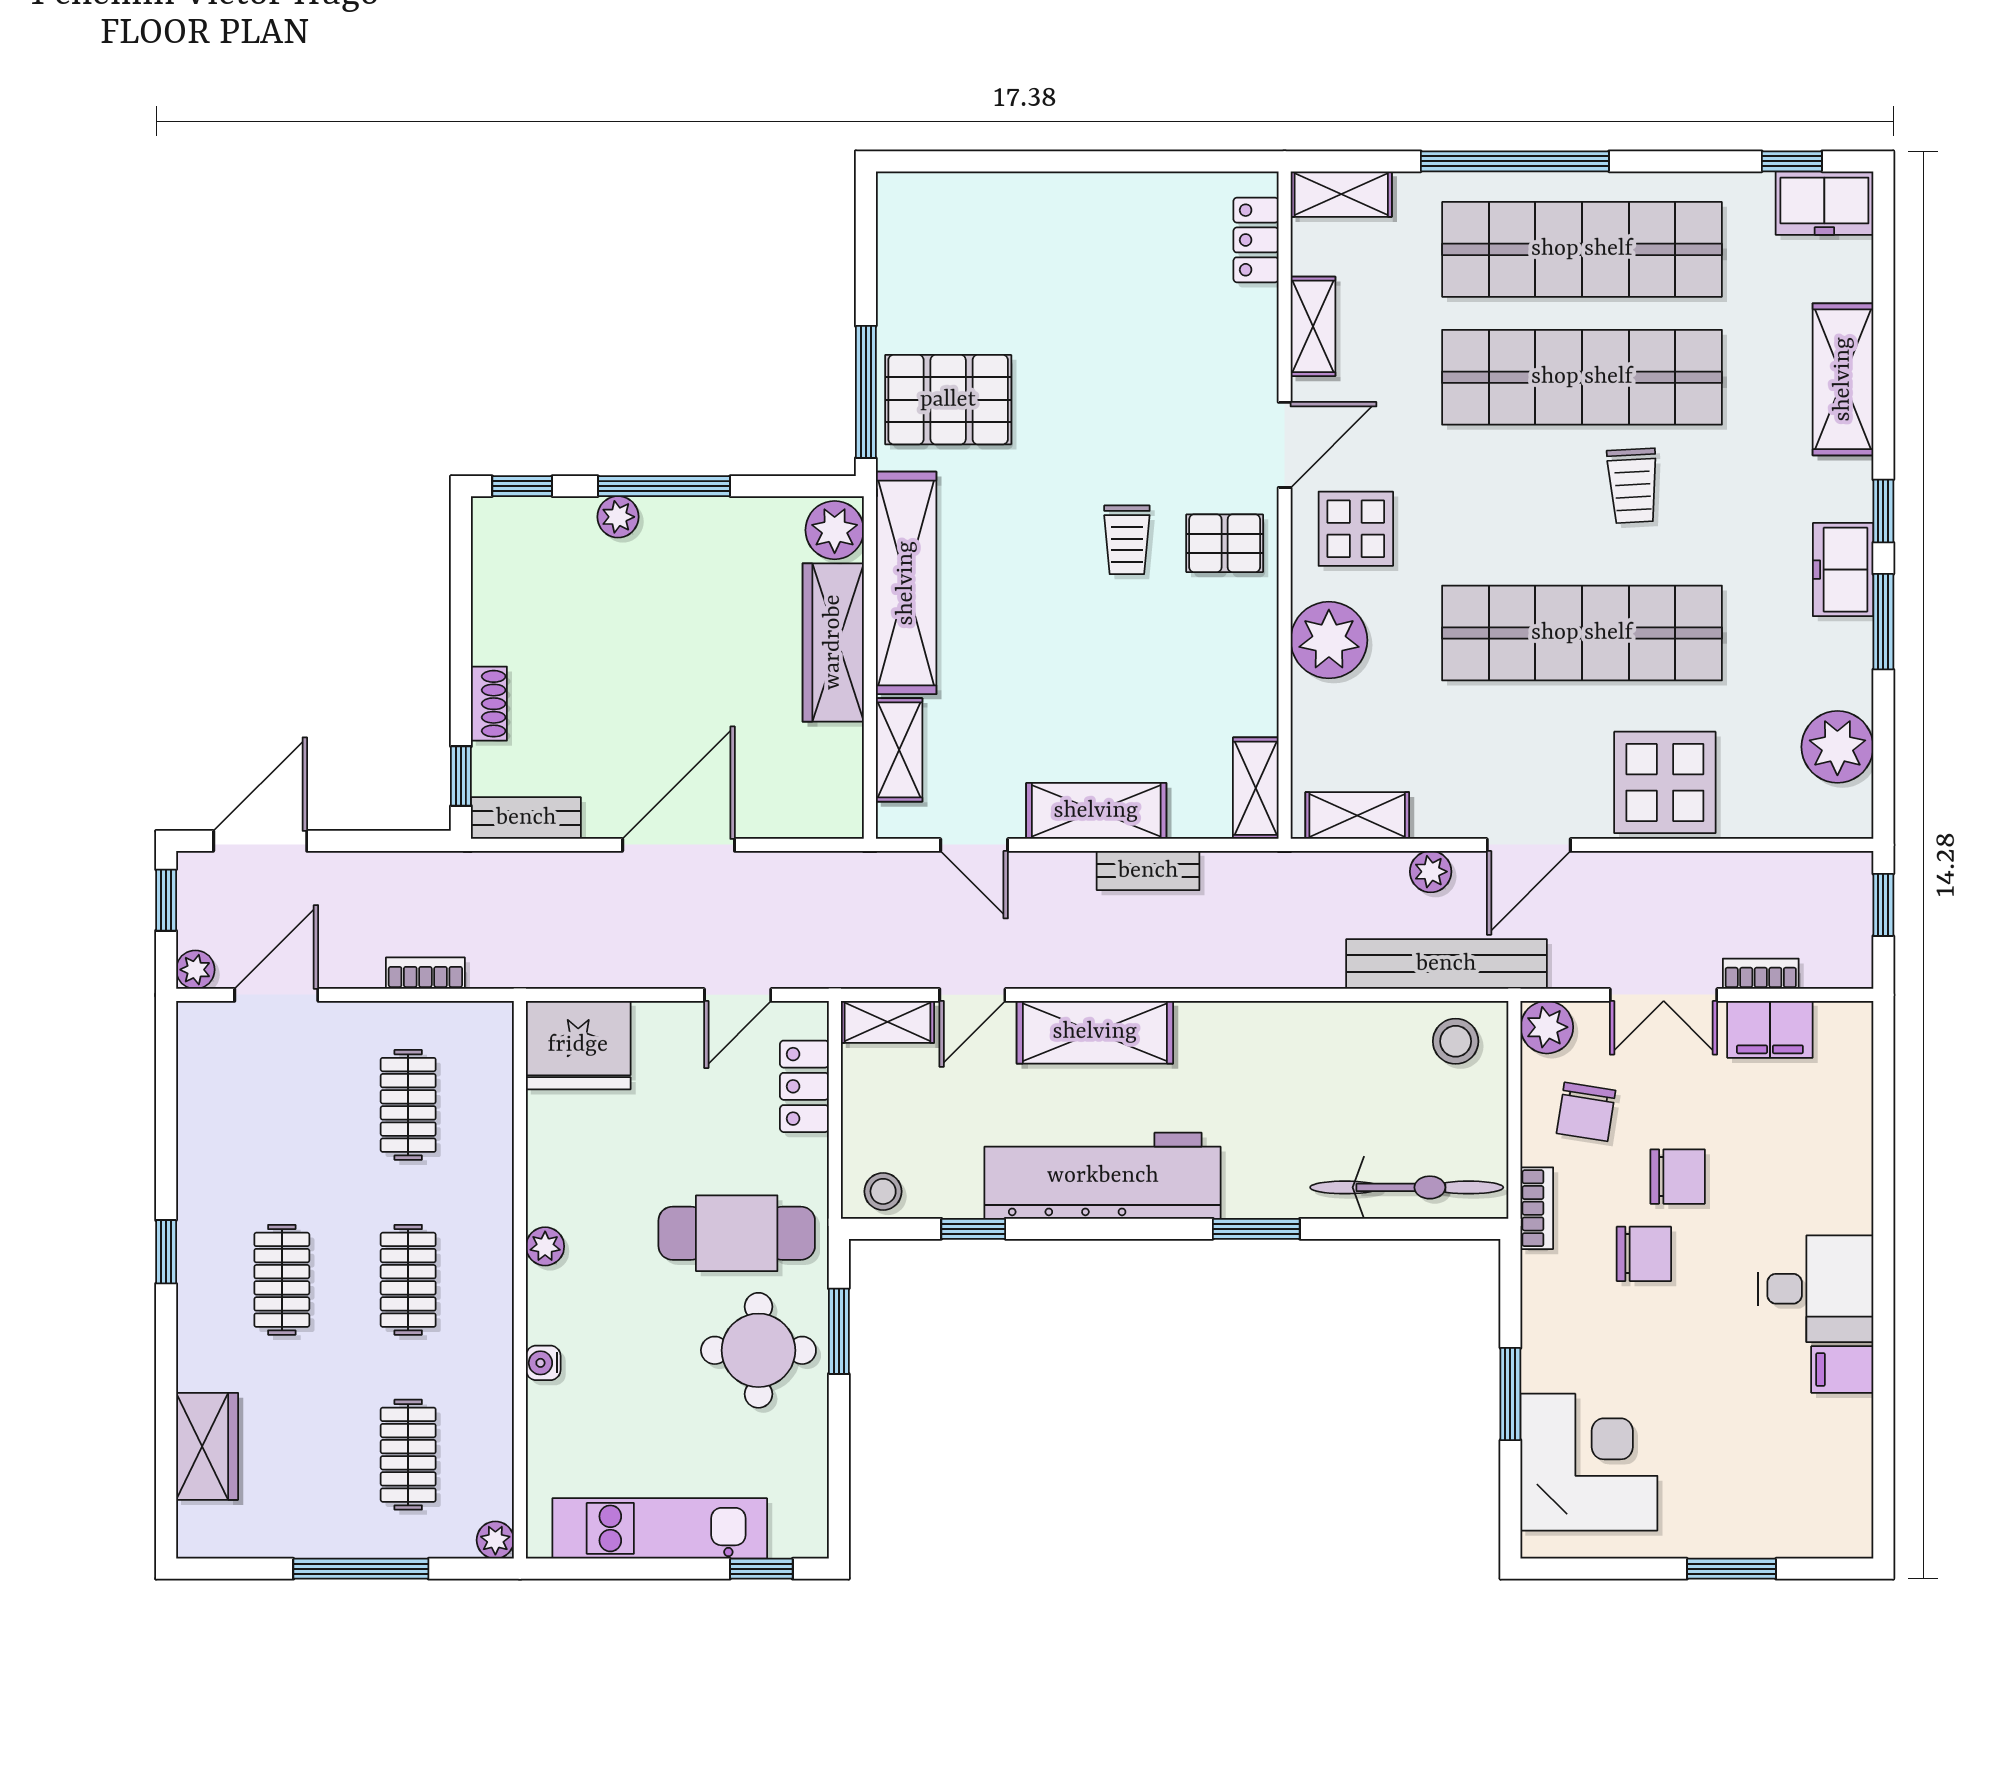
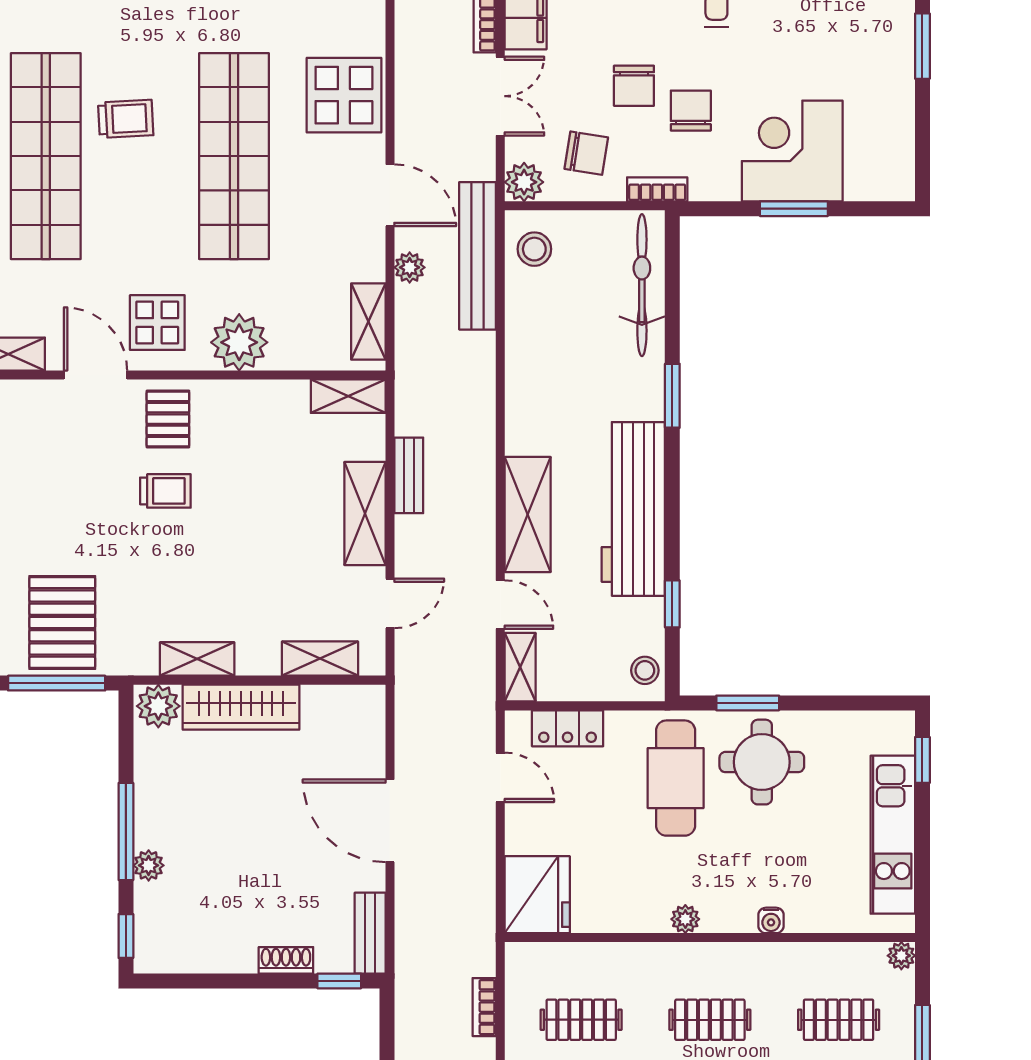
shelving: (906, 583) -> (197, 659), width x0.45, depth x0.75
chair: (1678, 1177) -> (634, 86), turned 180
corner desk: (1589, 1462) -> (792, 151), moved

